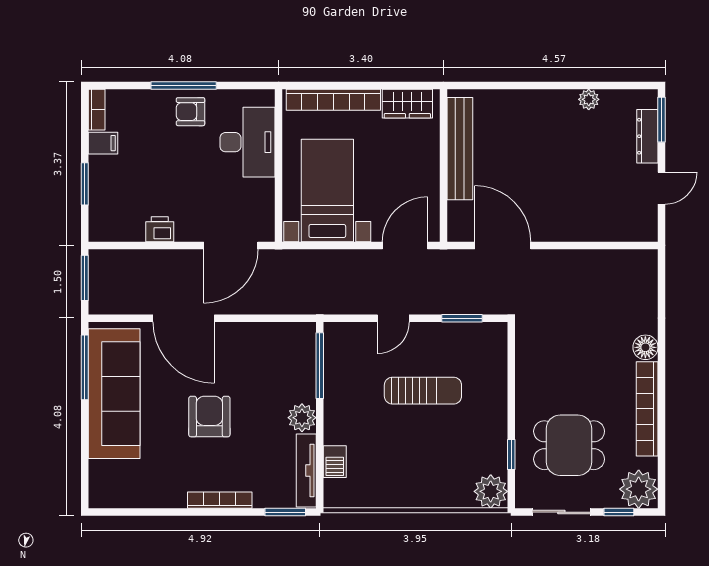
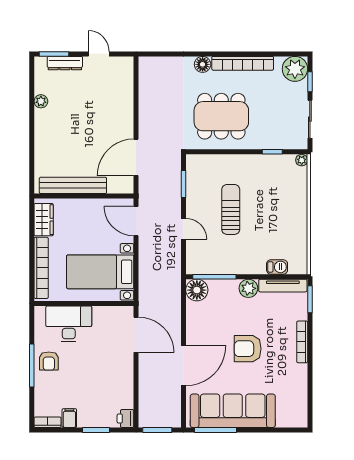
printer: (160, 229) -> (125, 419), moved
floor lamp: (299, 339) -> (197, 290), added
dining table: (569, 445) -> (221, 116), moved, width x1.38
plant: (491, 491) -> (302, 160), width x0.53, depth x0.53

